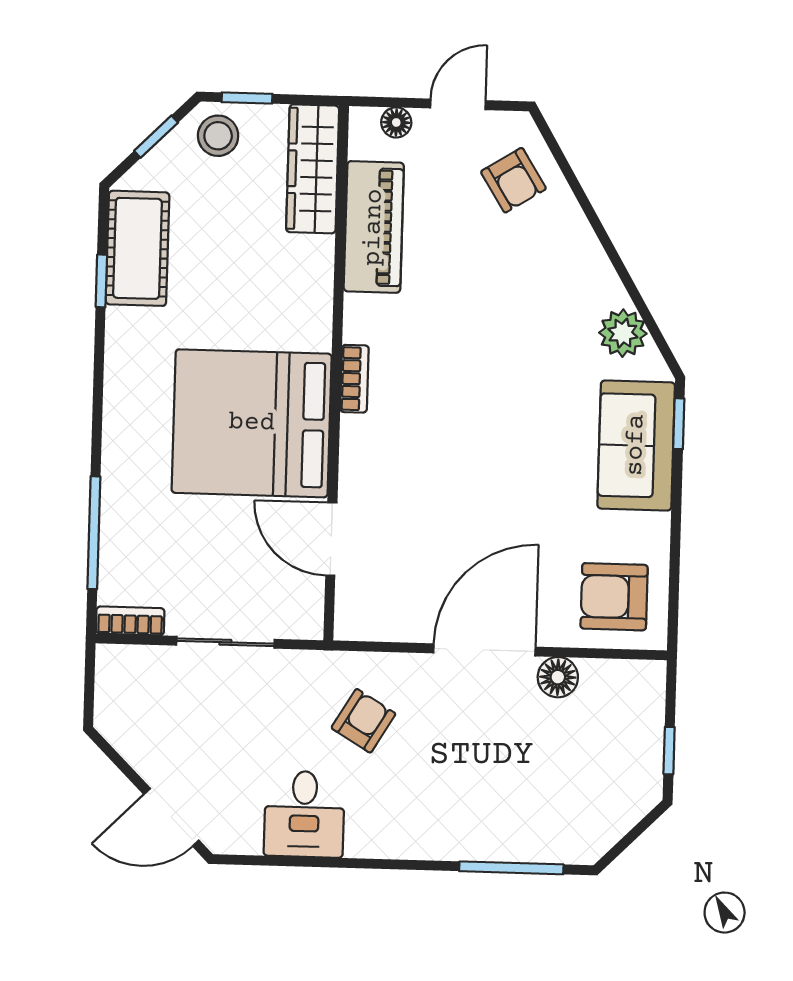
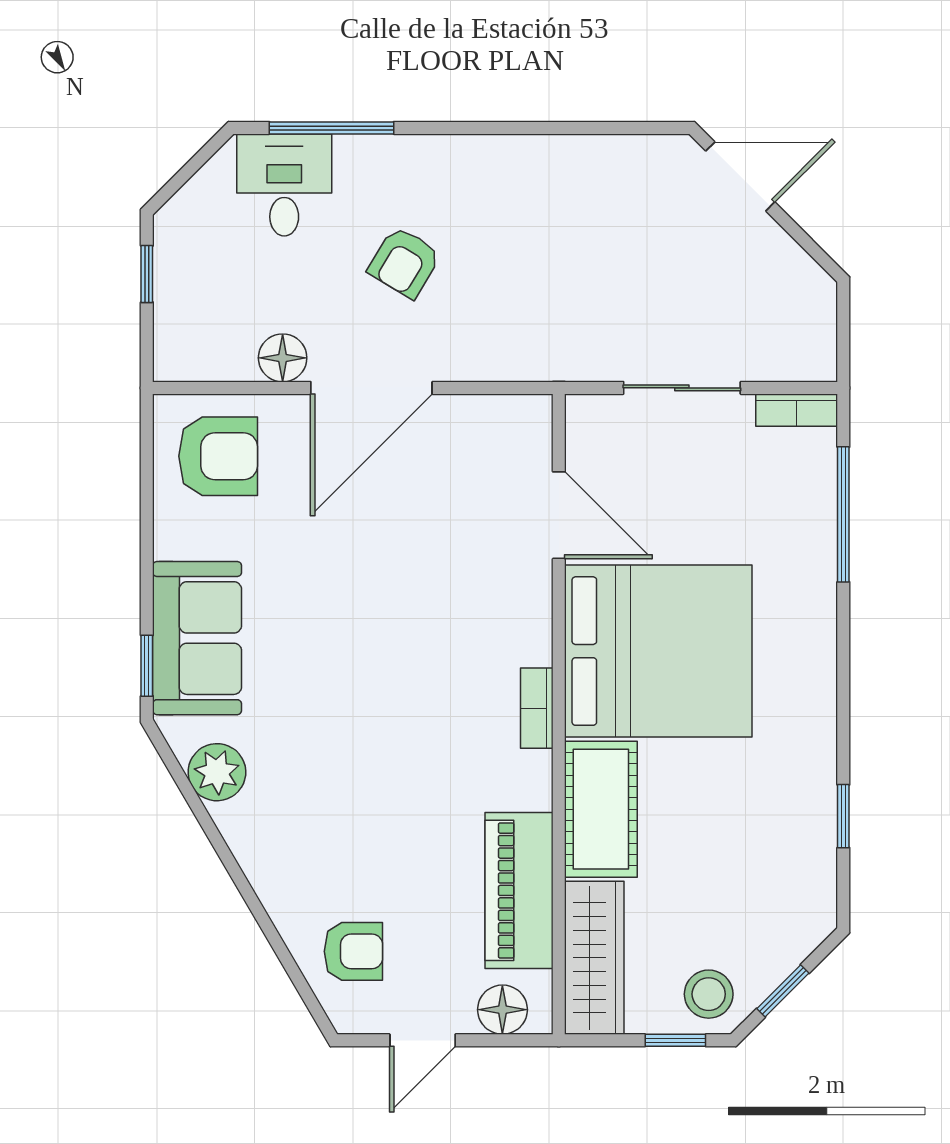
floor lamp: (396, 122) -> (502, 1010), width x1.37, depth x1.37
armchair: (513, 180) -> (353, 951), turned 122
cot: (137, 248) -> (601, 809), moved
armchair: (363, 721) -> (404, 262), moved
desk: (304, 814) -> (284, 185), moved

